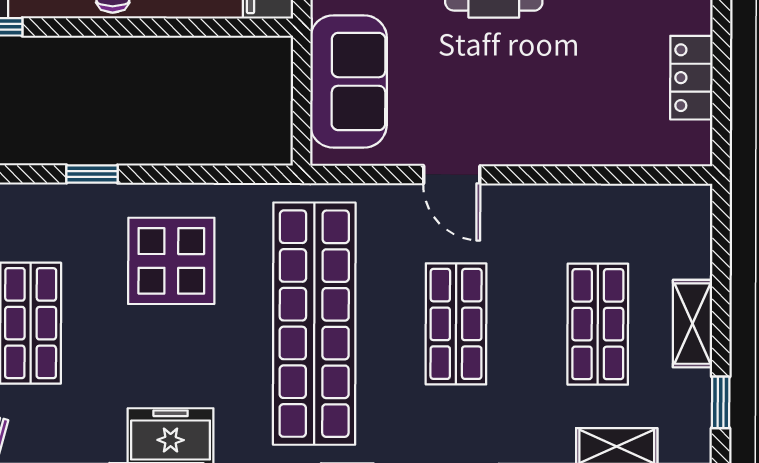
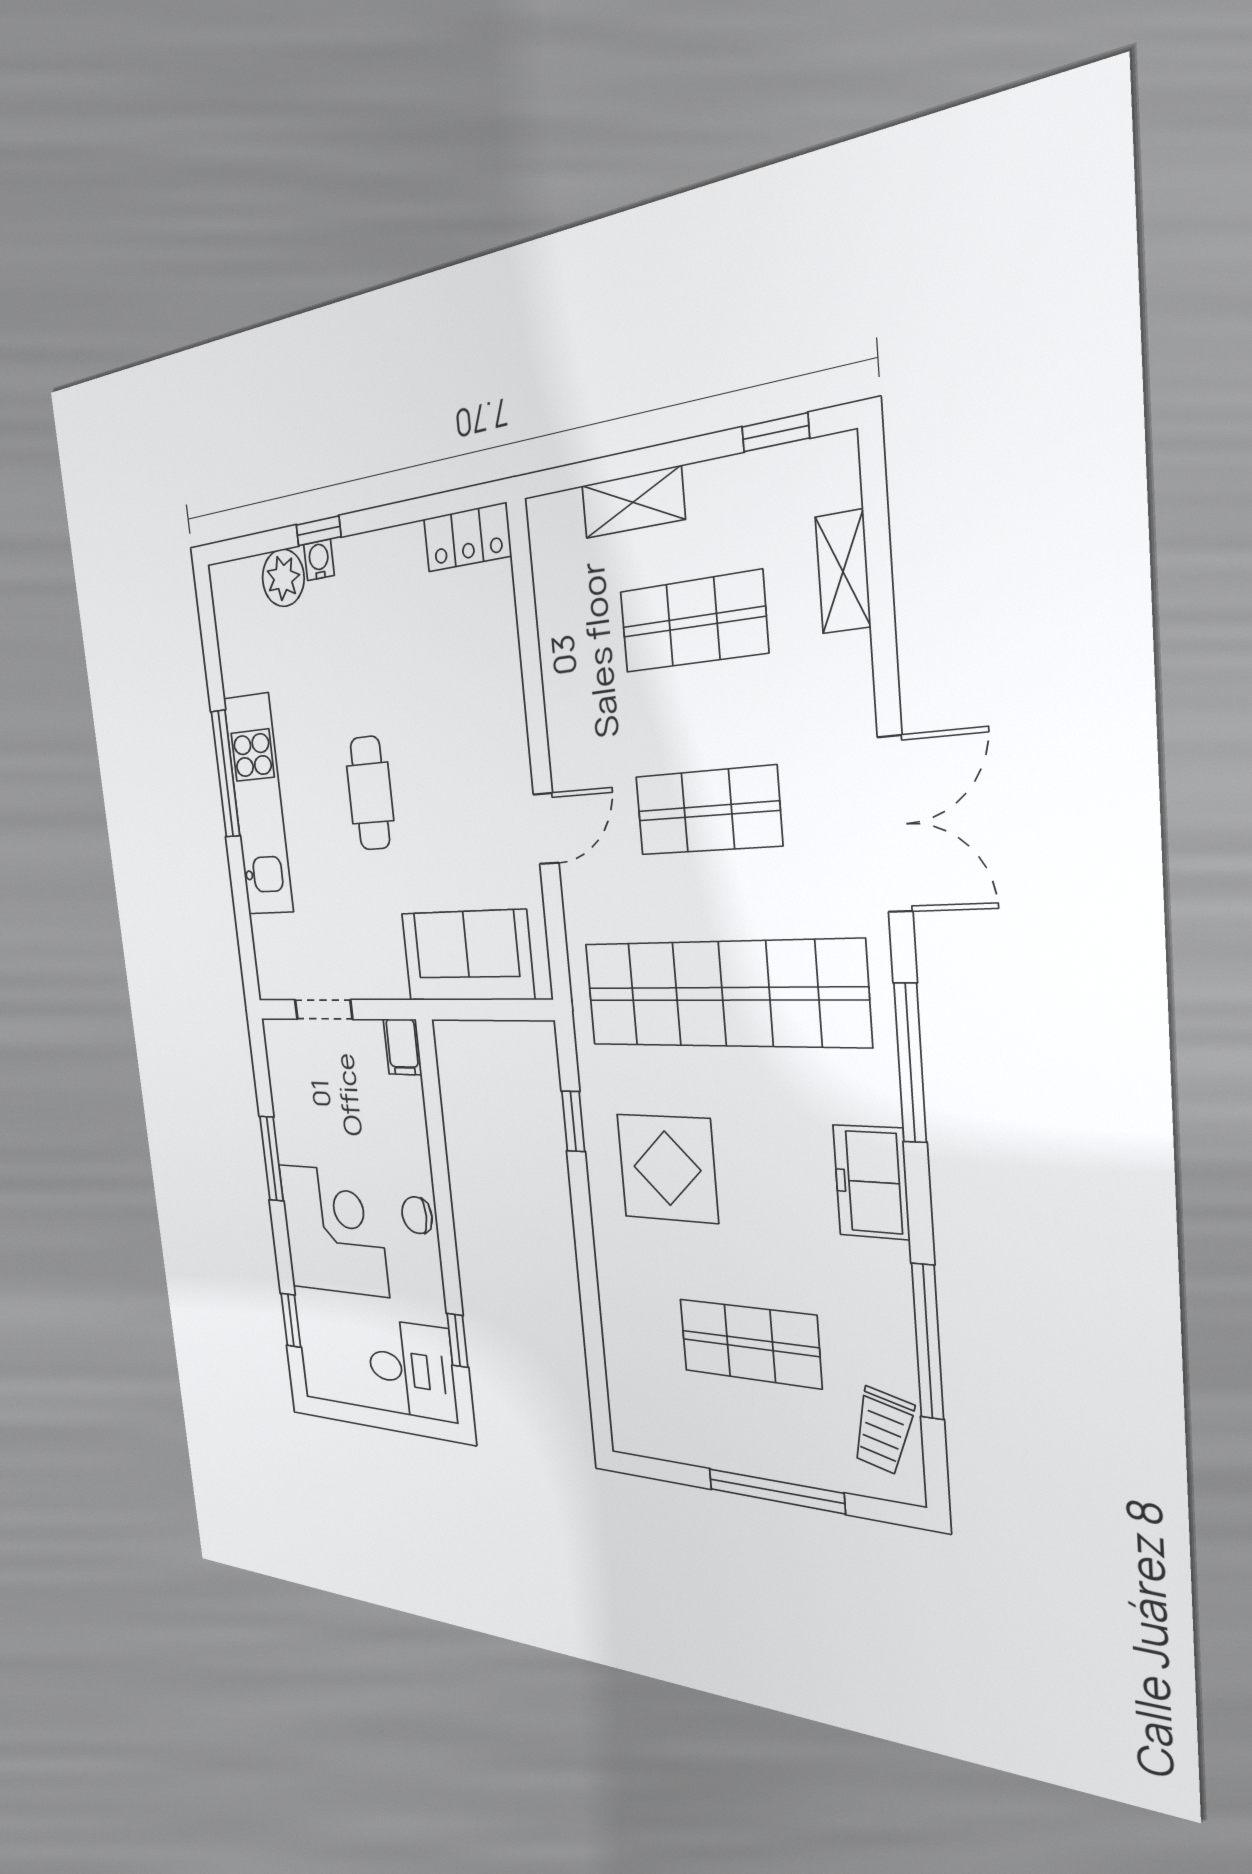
locker: (691, 78) -> (467, 537), moved
window: (92, 174) -> (573, 1121), moved
shelving: (692, 324) -> (633, 502), moved

